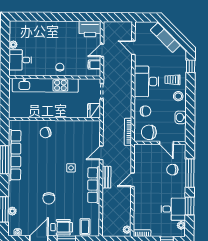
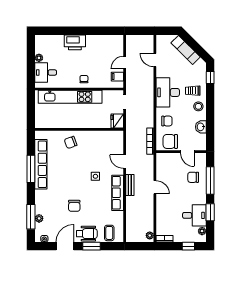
printer: (90, 29) -> (75, 42), moved
door: (101, 153) -> (125, 162), hinge flipped
door: (132, 180) -> (155, 187), swing flipped

